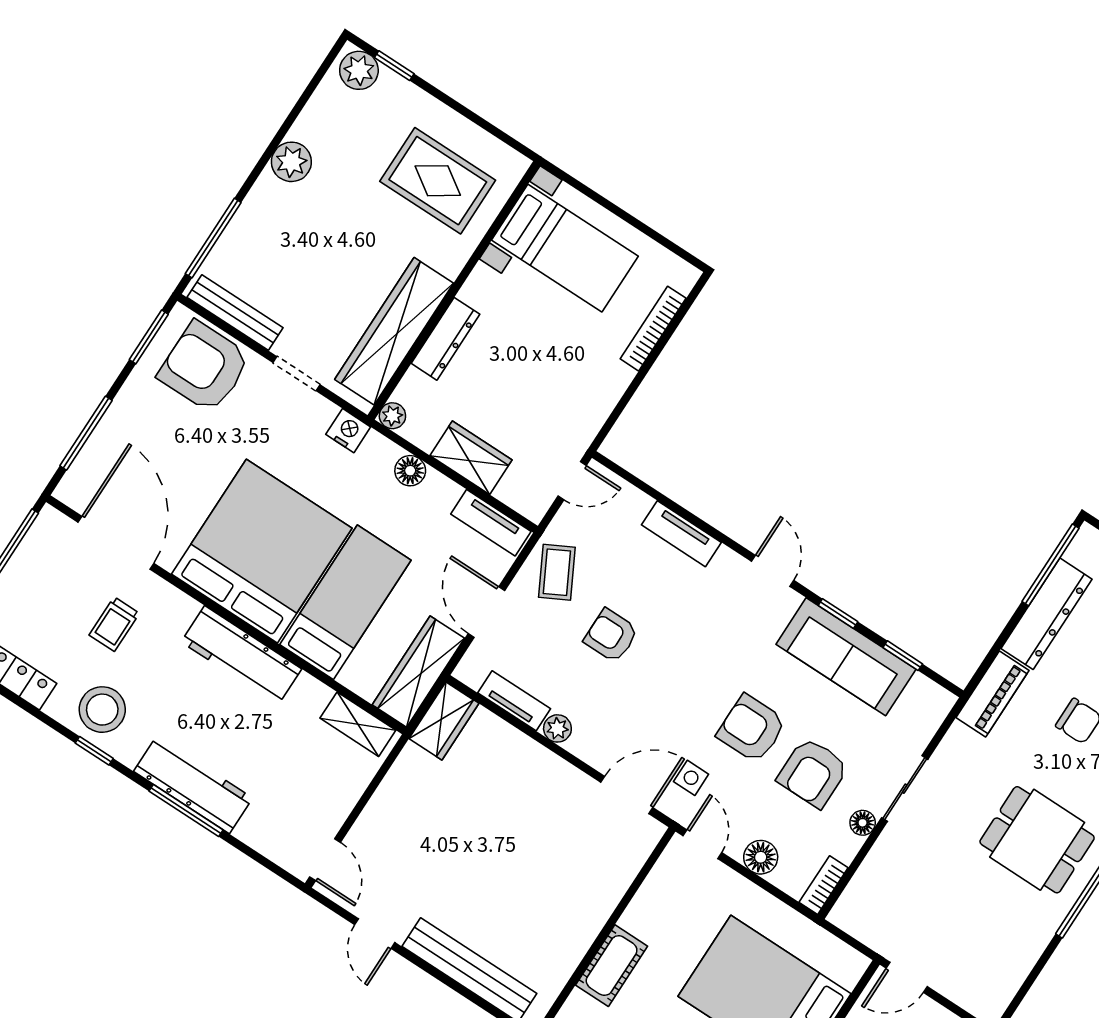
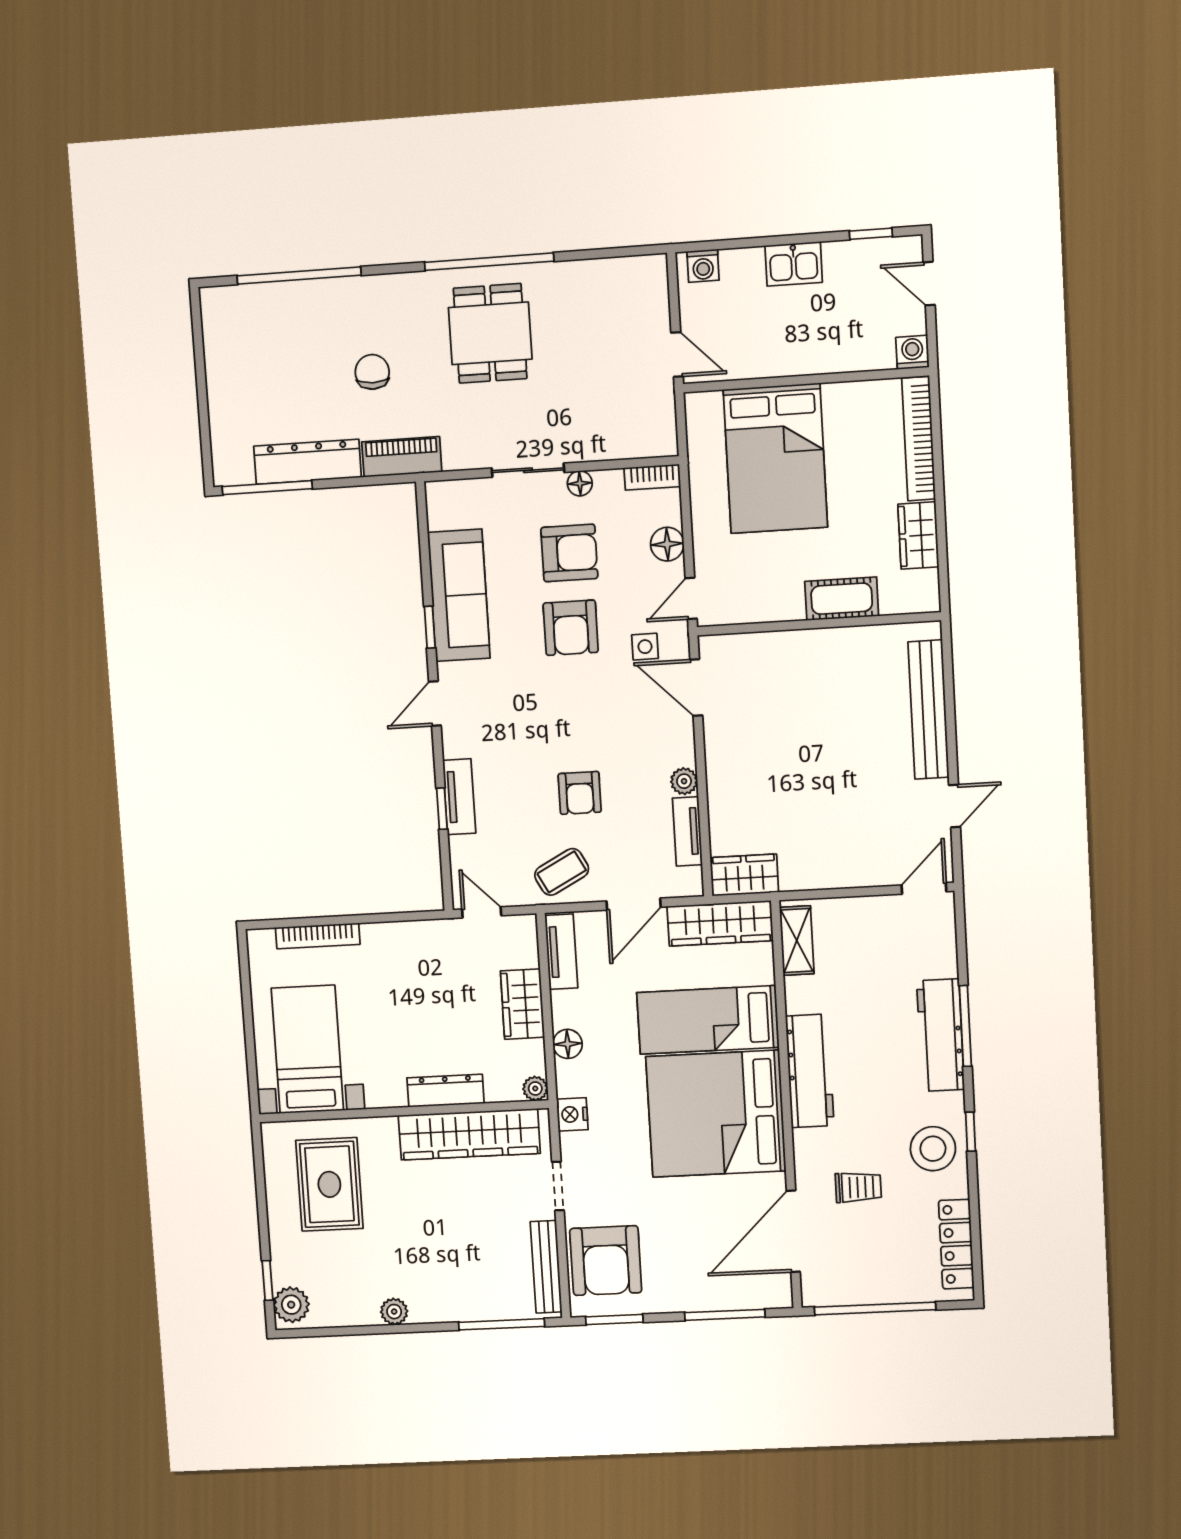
plant: (291, 162) -> (394, 1312), width x0.73, depth x0.73
window: (903, 656) -> (442, 809), moved

